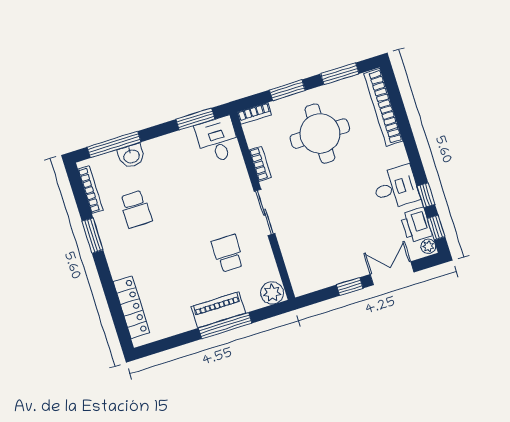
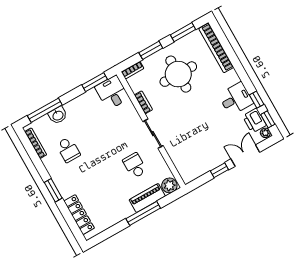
window: (92, 236) -> (53, 190), moved
piano: (218, 310) -> (147, 198), moved

